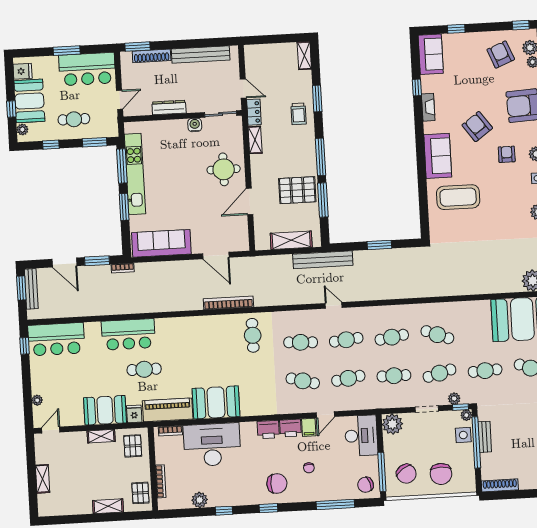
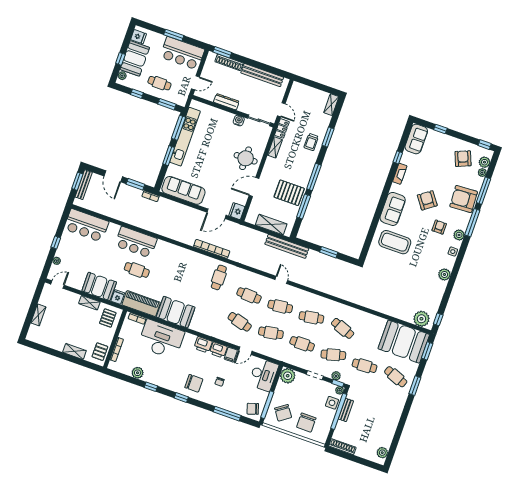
fridge: (240, 241) -> (237, 211), added
door: (216, 255) -> (216, 214), hinge flipped
window: (25, 346) -> (56, 243), moved

